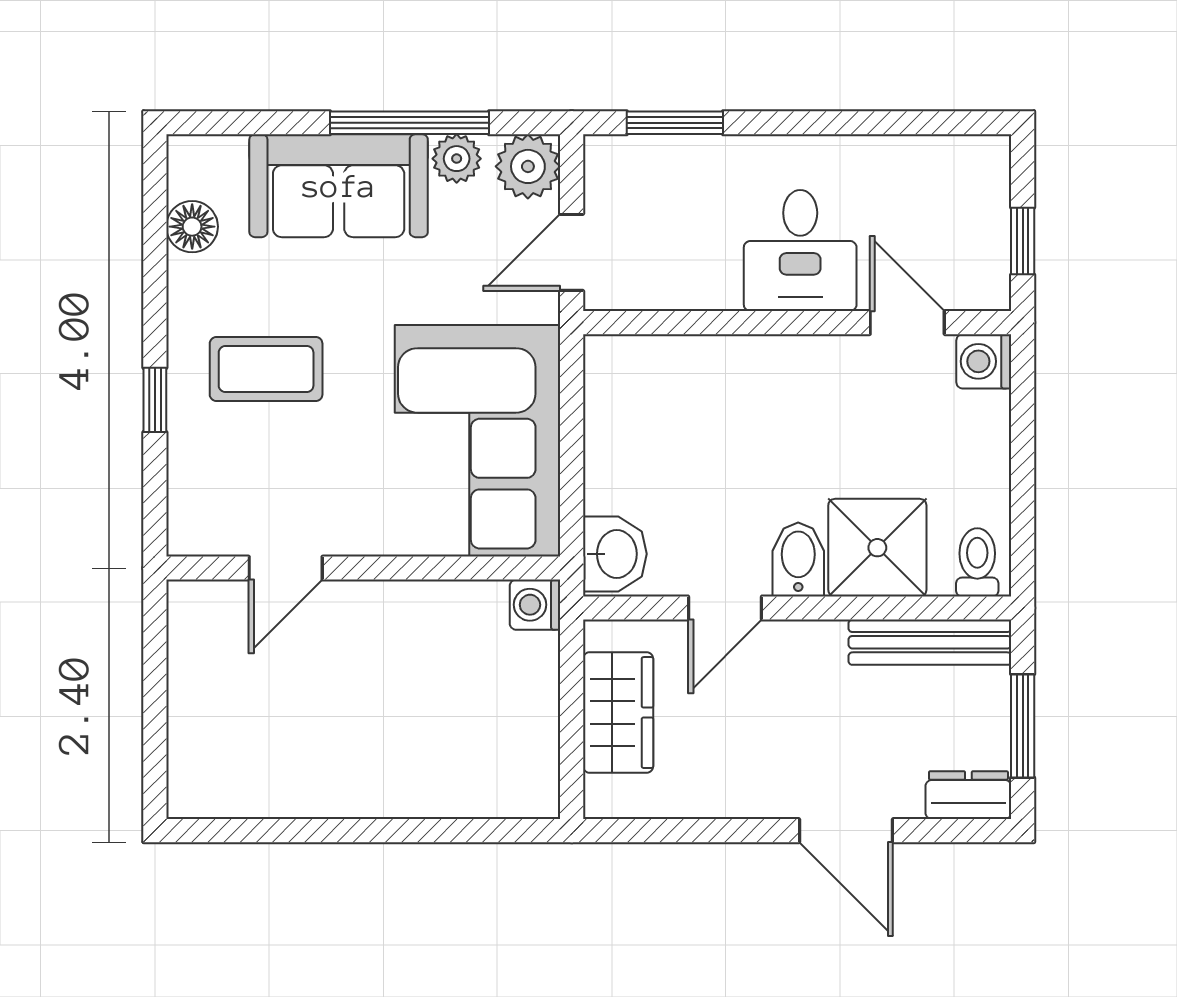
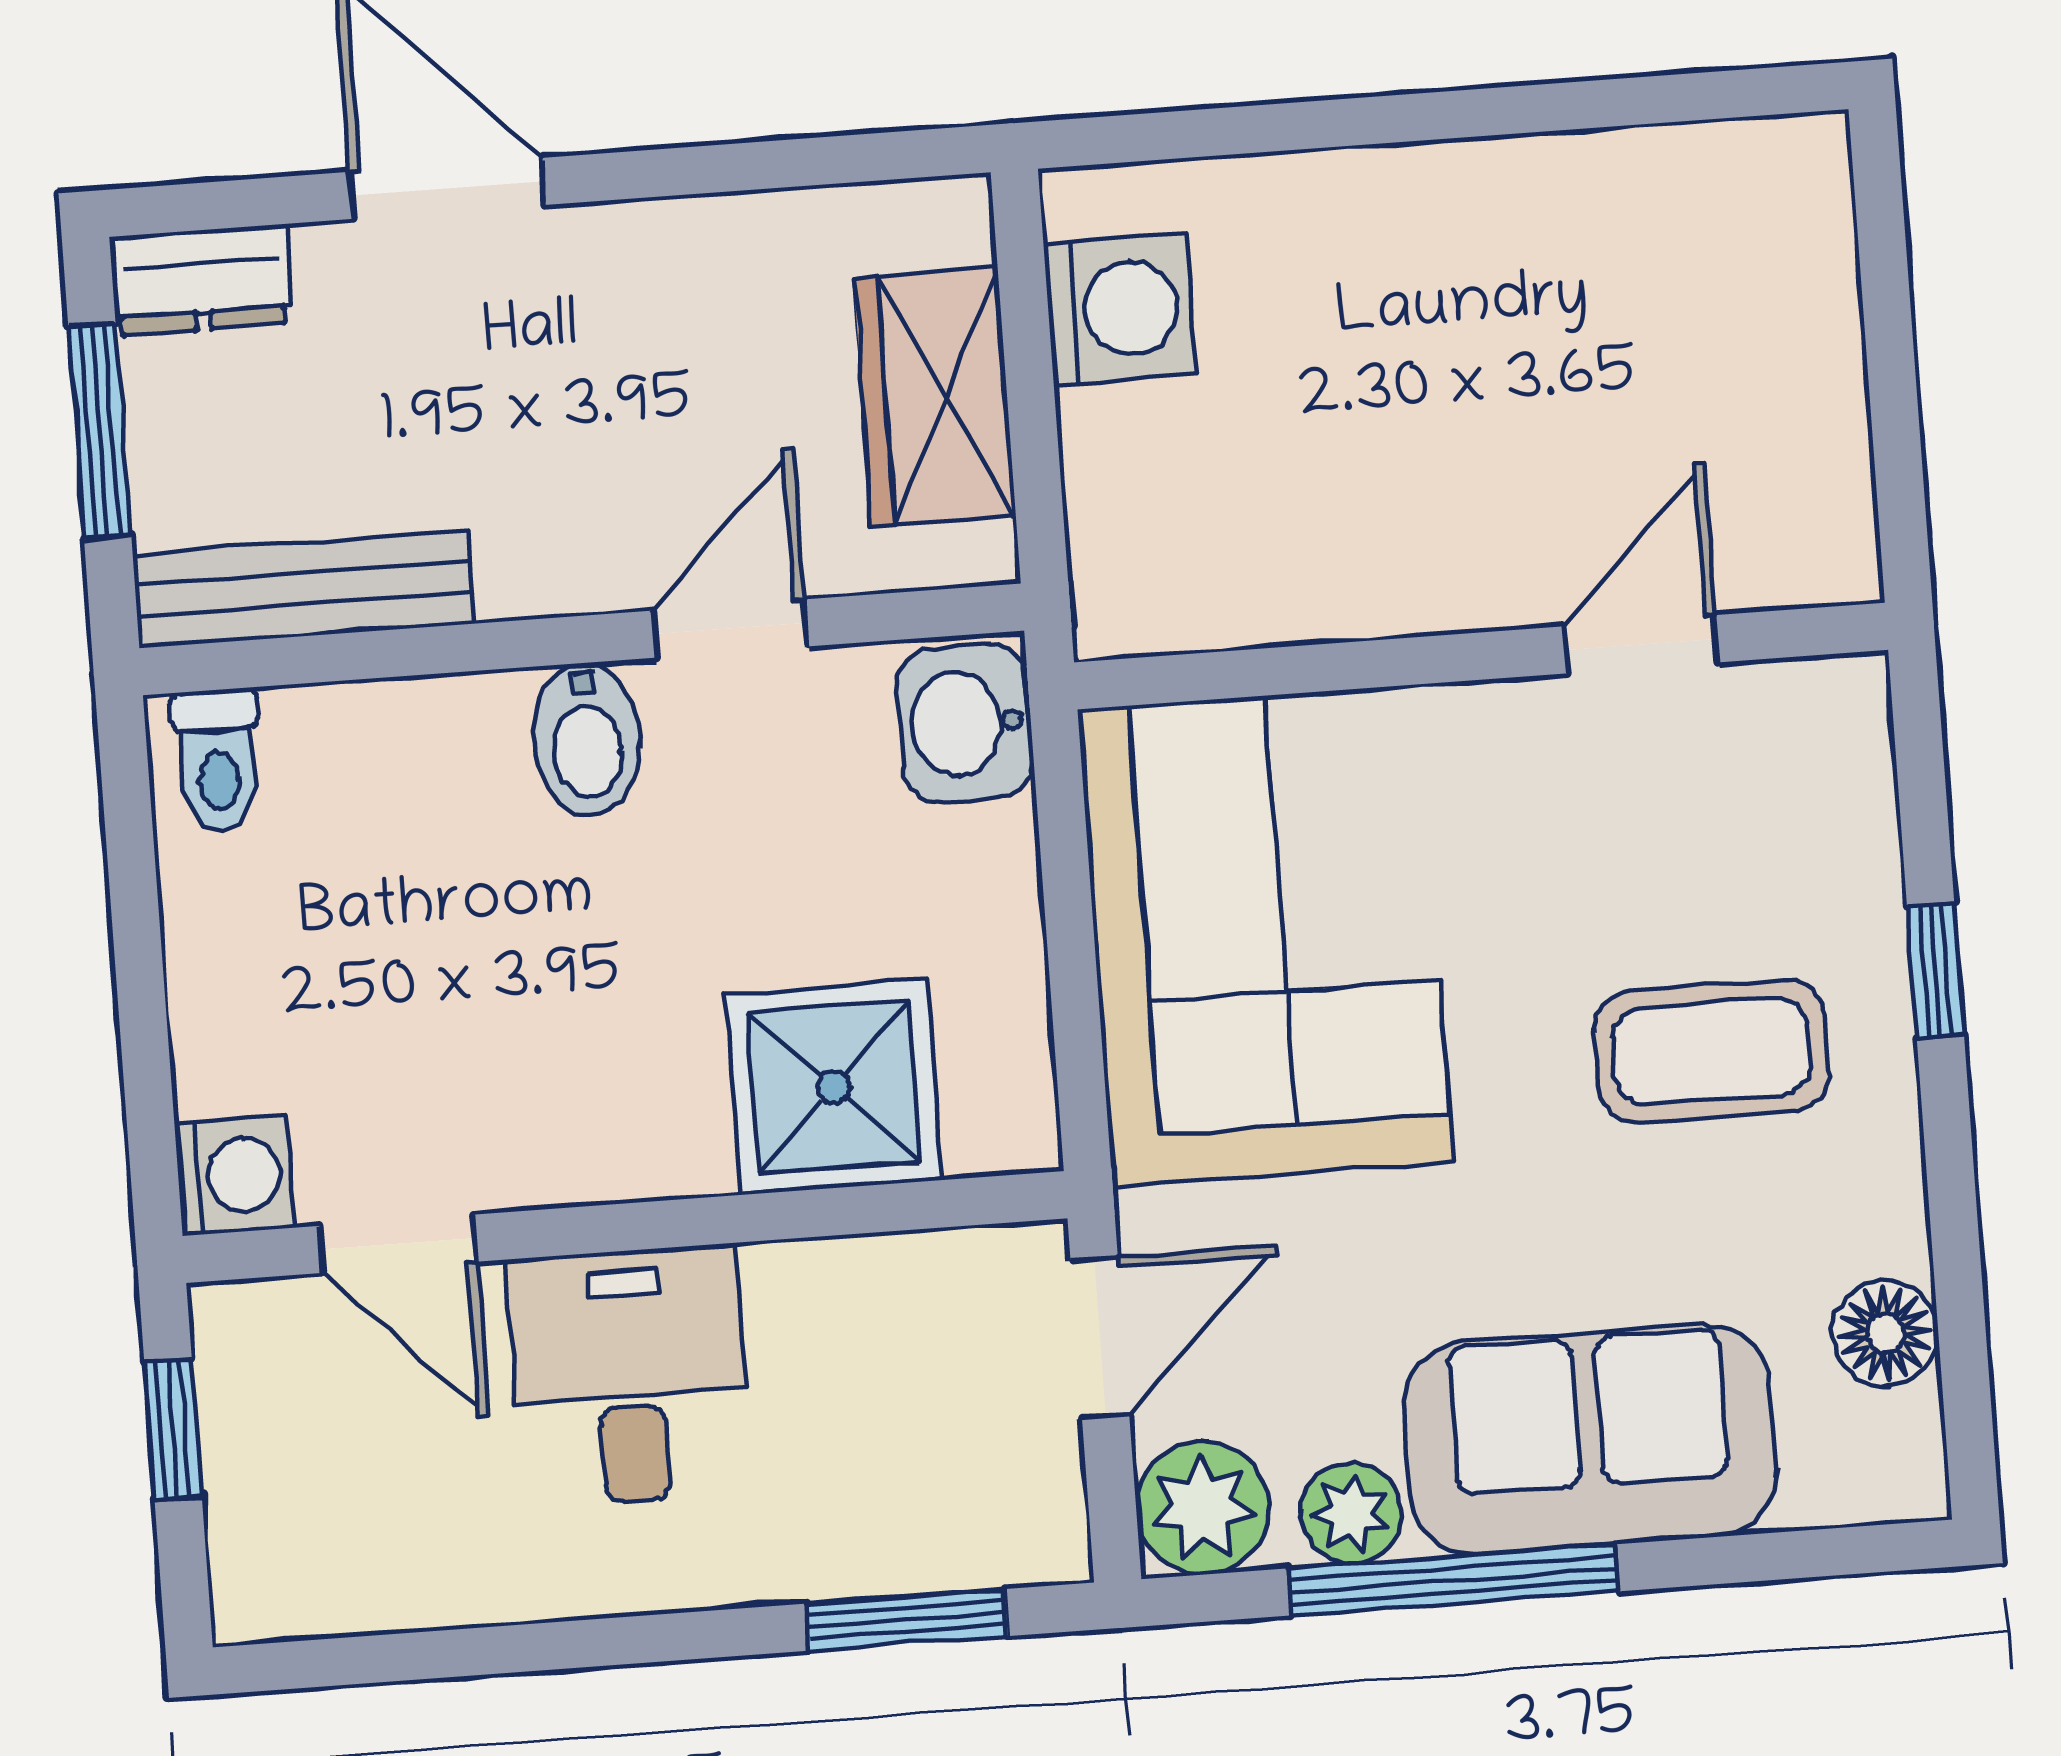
shower: (877, 548) -> (834, 1087), moved
washing machine: (535, 605) -> (1120, 309), moved, width x1.38, depth x1.38

